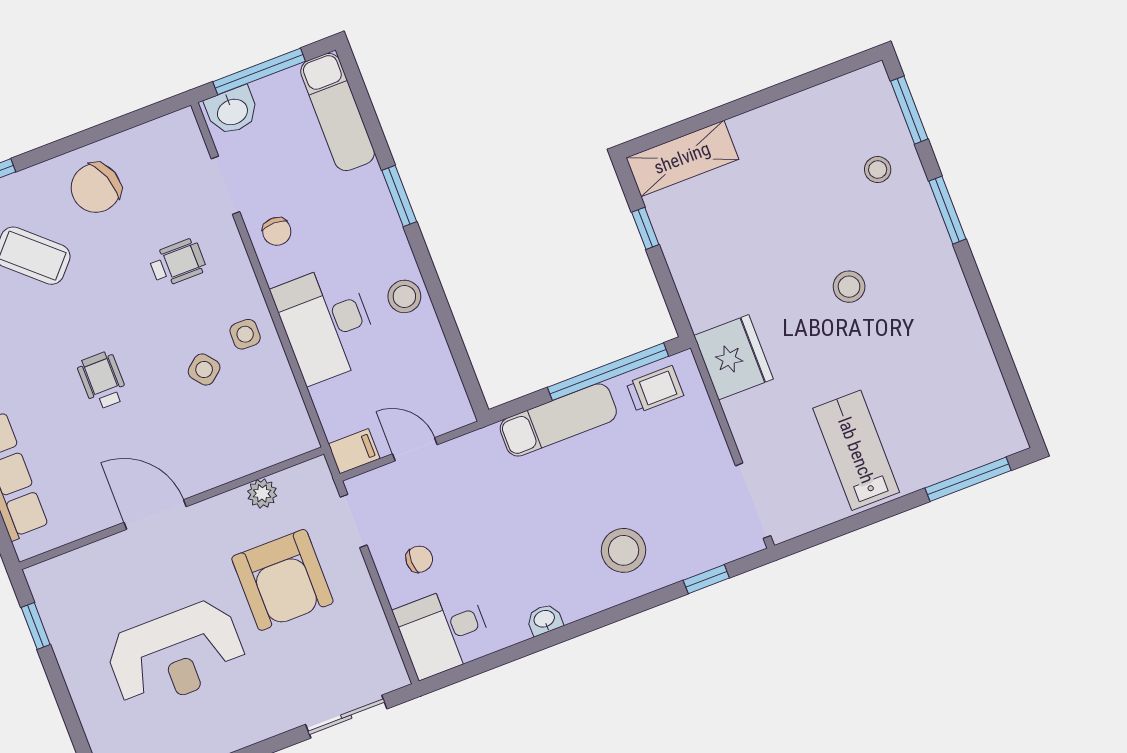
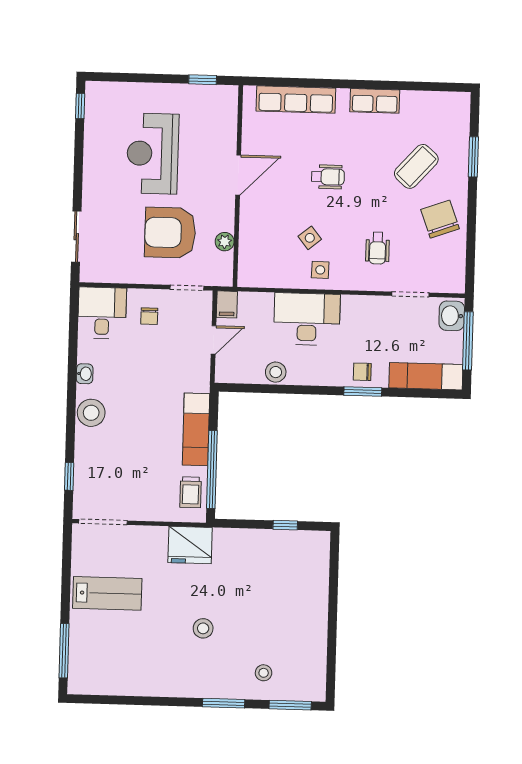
shelving: (682, 158) -> (317, 563), removed
chair: (277, 231) -> (362, 372), moved
stool: (404, 296) -> (276, 372), moved
stool: (624, 550) -> (91, 413), moved

